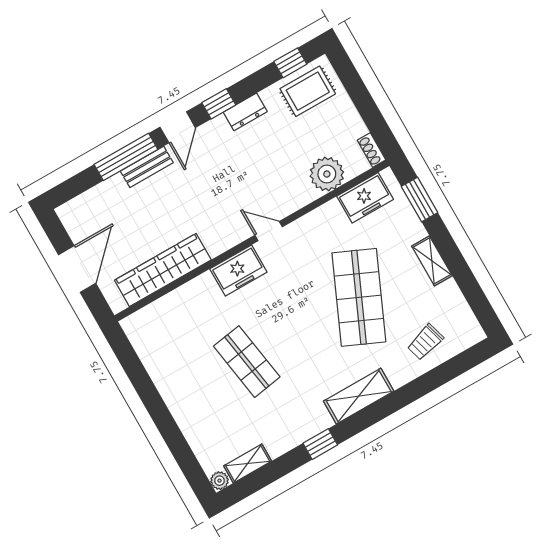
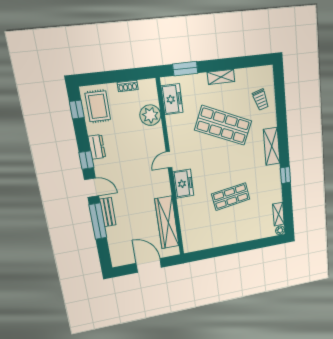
shoe rack: (372, 150) -> (128, 86), moved

